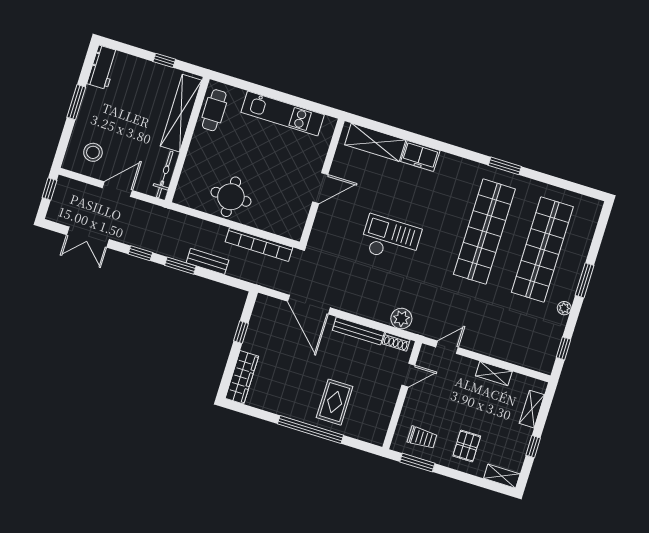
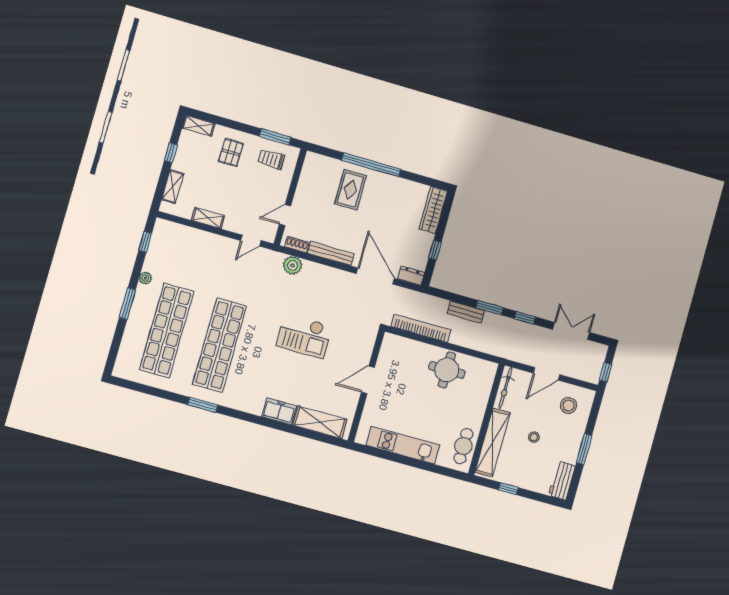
stool: (134, 118) -> (534, 437), added
dresser: (269, 304) -> (411, 276), added

